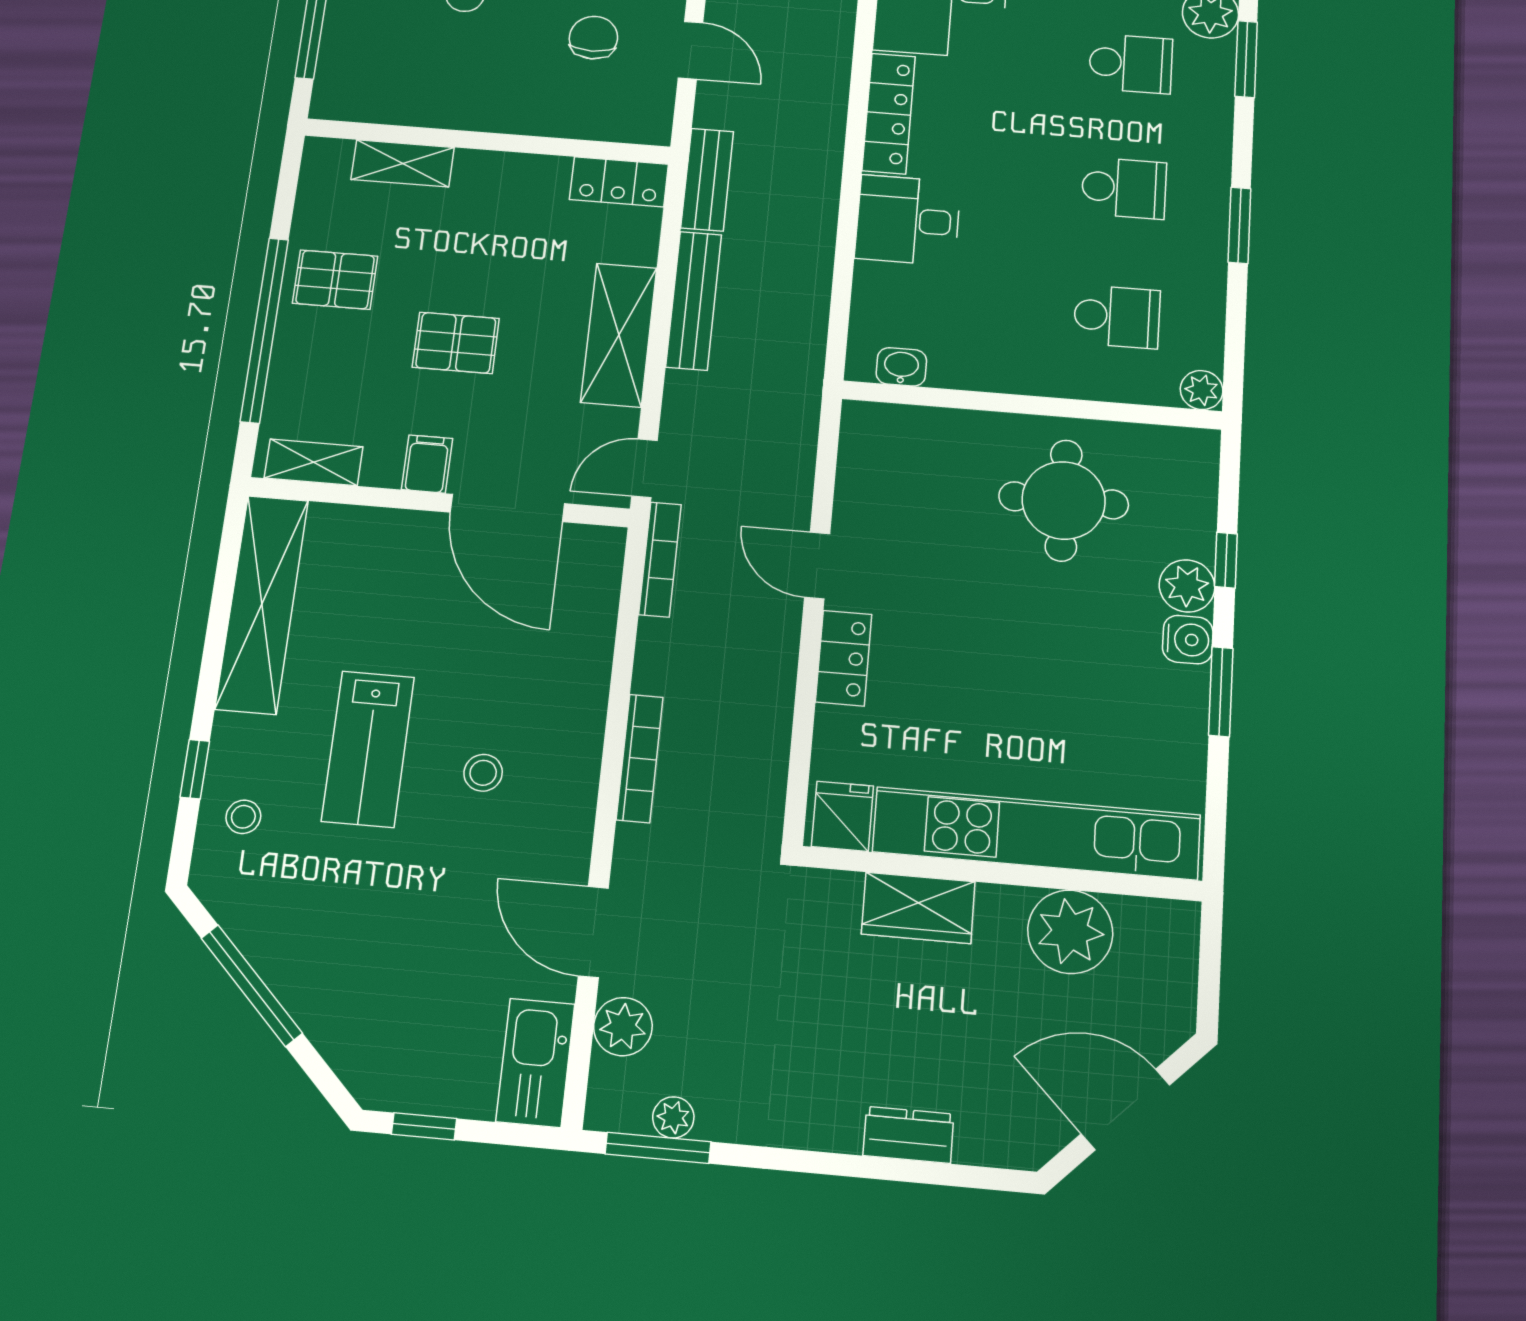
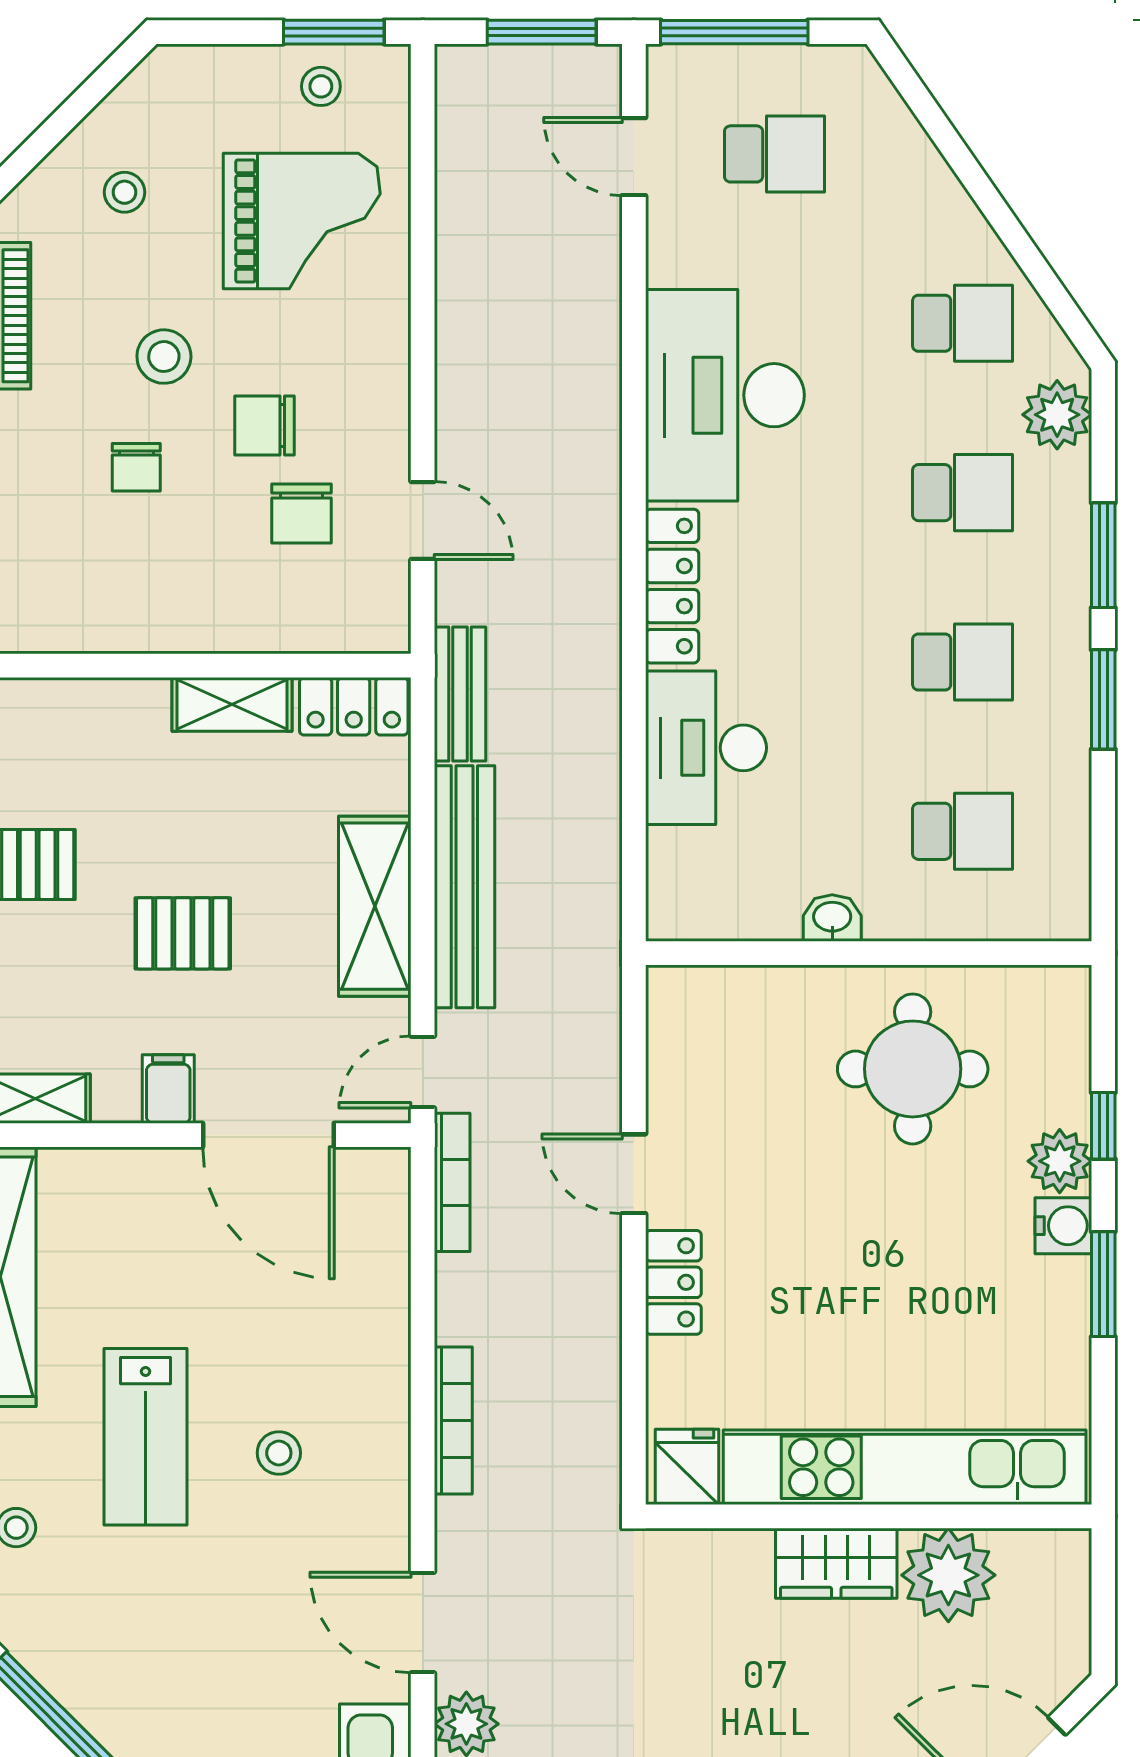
chair: (593, 38) -> (301, 513), turned 180
window: (1246, 59) -> (1103, 555), moved
shelving: (403, 163) -> (232, 704), moved
desk: (908, 220) -> (706, 748), width x1.37
bench: (694, 301) -> (464, 887), width x1.37, depth x1.21
washbasin: (901, 367) -> (832, 918), moved
plant: (1202, 390) -> (1067, 917), removed
wardrobe: (918, 908) -> (836, 1563), moved

